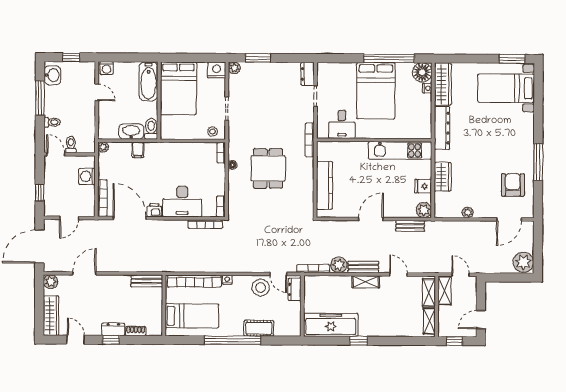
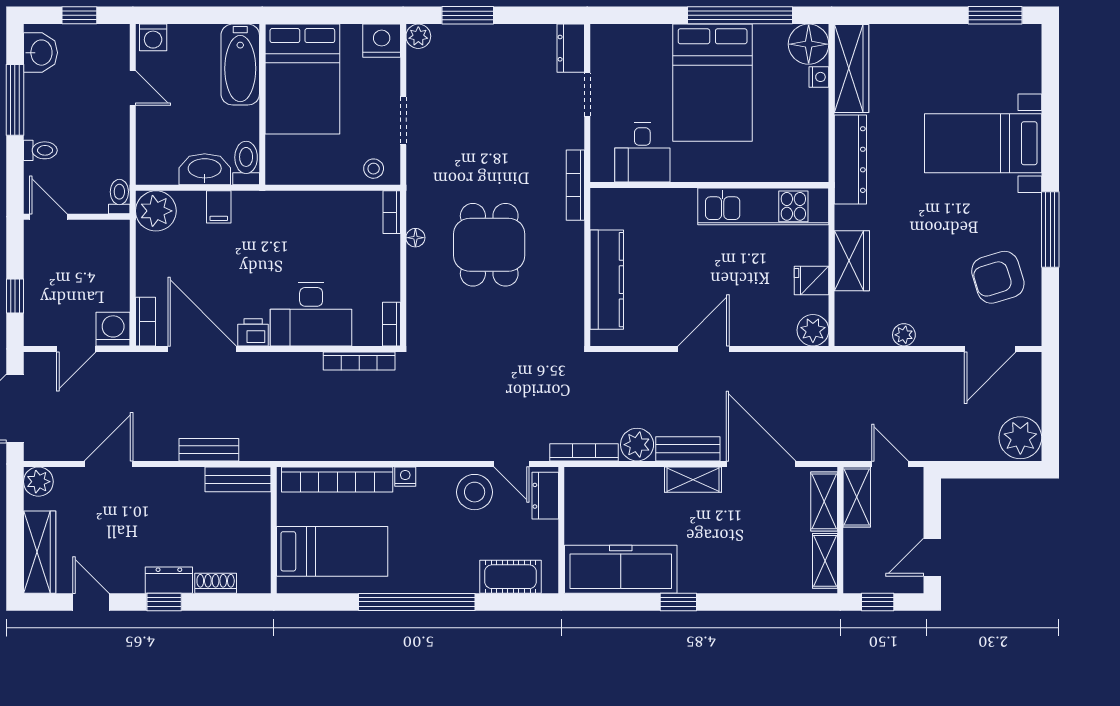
bed with nightstands: (506, 88) -> (983, 143), moved
toilet: (71, 144) -> (119, 196), moved
plant: (103, 147) -> (156, 211), width x1.87, depth x1.87
washing machine: (87, 176) -> (113, 329), moved, turned 90
armchair: (513, 185) -> (998, 277), turned -107
bookcase: (102, 198) -> (146, 322), width x0.64
bench: (410, 226) -> (209, 450), moved
door: (398, 274) -> (761, 464), width x1.88
cot: (259, 328) -> (511, 577), moved

